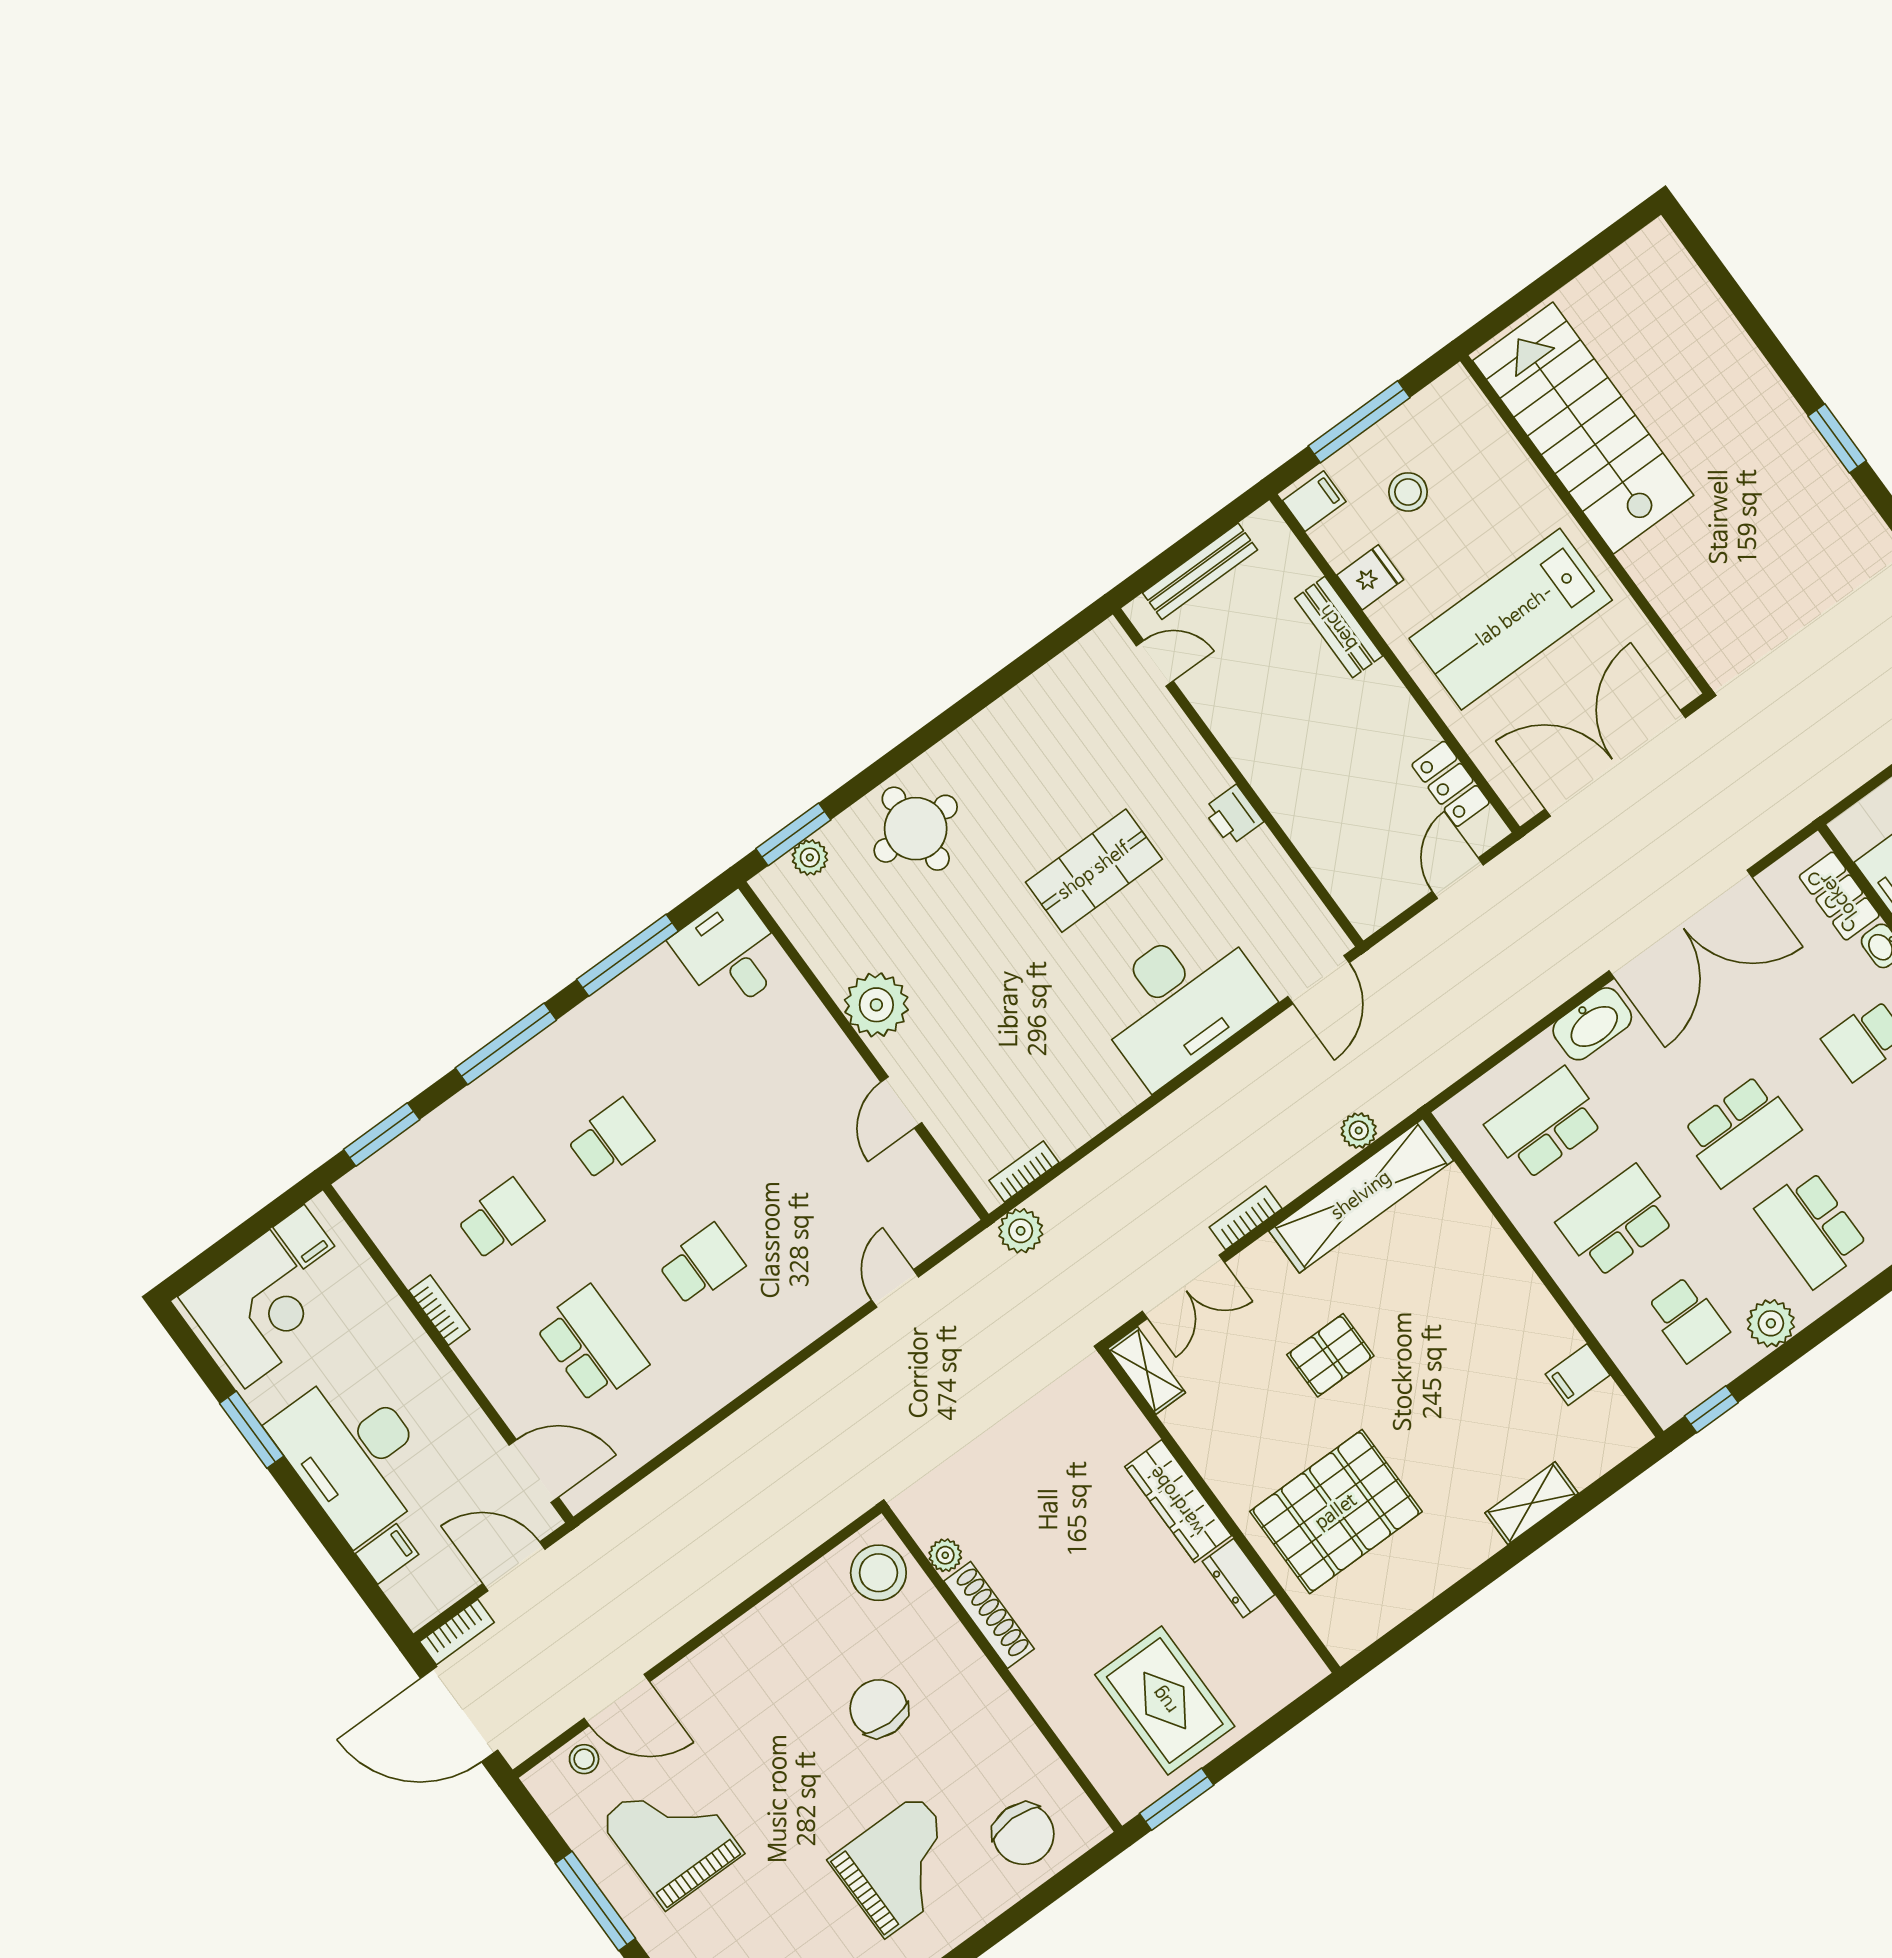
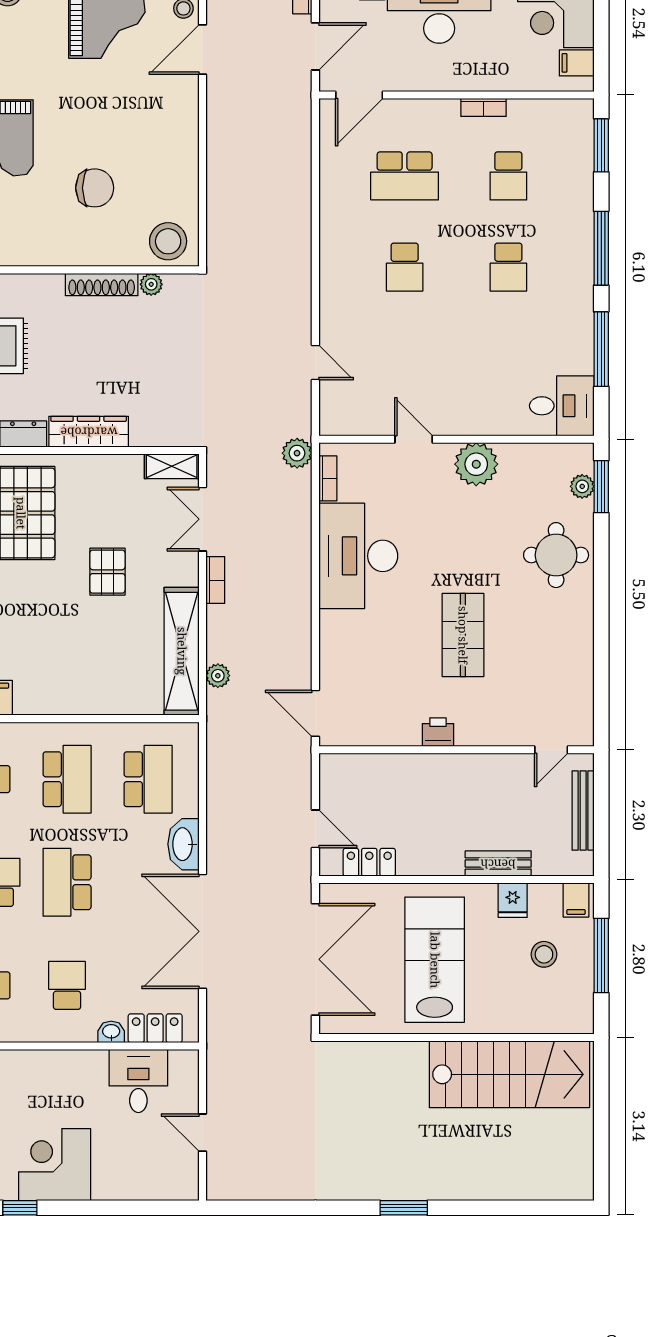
desk: (1181, 1001) -> (358, 556), moved

